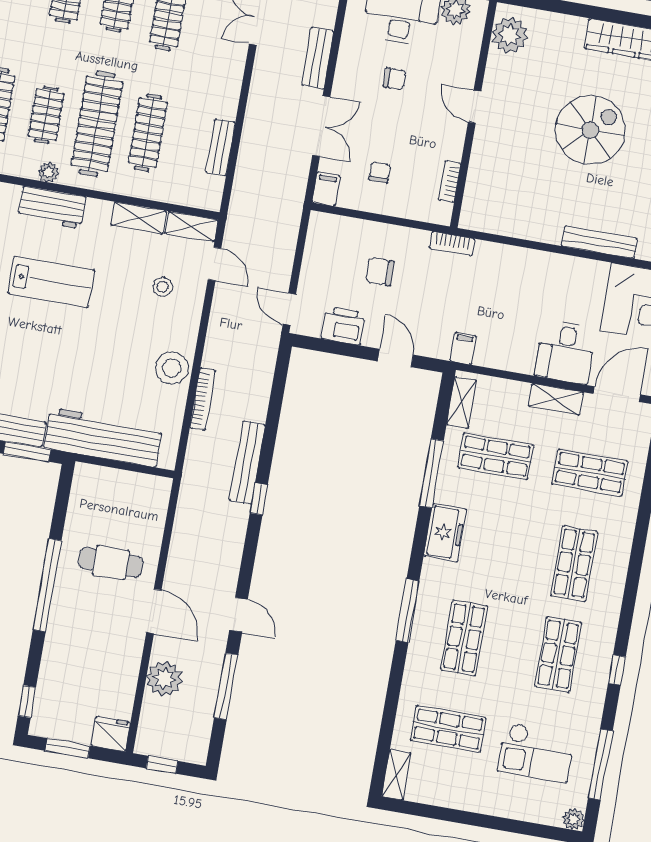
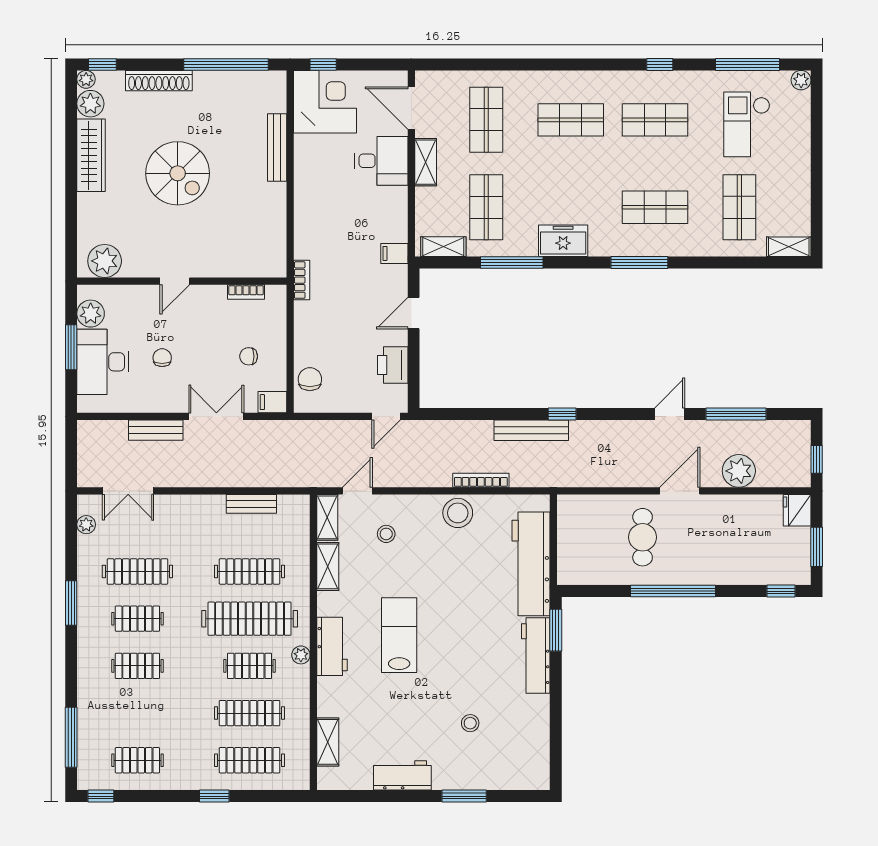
spiral stairs: (590, 130) -> (178, 173), turned 180
chair: (380, 272) -> (310, 379), moved, turned 180
checkout: (536, 752) -> (747, 124), turned 180

